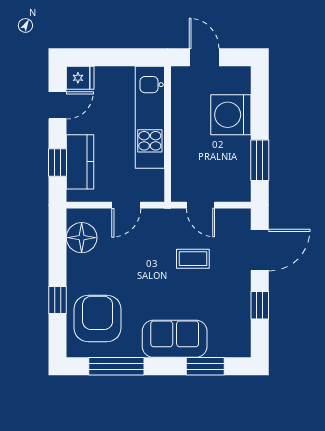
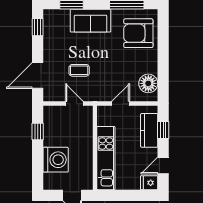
window: (260, 160) -> (38, 132), width x0.67
window: (58, 300) -> (163, 45), removed
window: (260, 305) -> (38, 27), moved
armchair: (98, 318) -> (138, 33), turned 90

